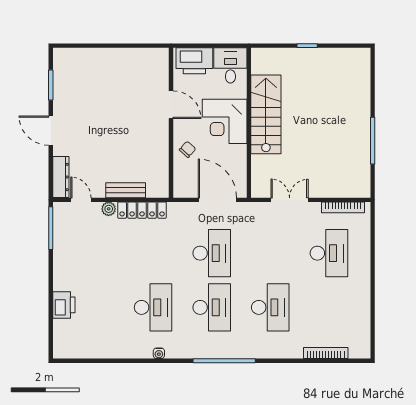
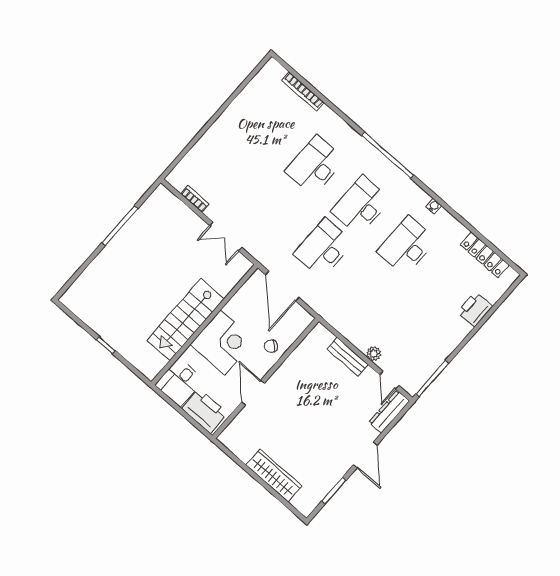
wardrobe: (104, 58) -> (274, 476), added
bookcase: (343, 207) -> (195, 199), width x0.64
locker: (142, 210) -> (485, 255), moved, turned 180
desk: (329, 253) -> (232, 168), removed

